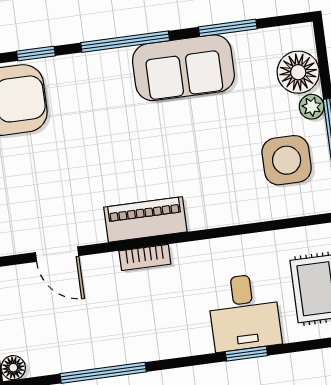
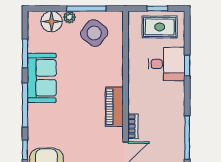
side table: (287, 160) -> (94, 33), turned 37
bookcase: (145, 257) -> (133, 126), moved

